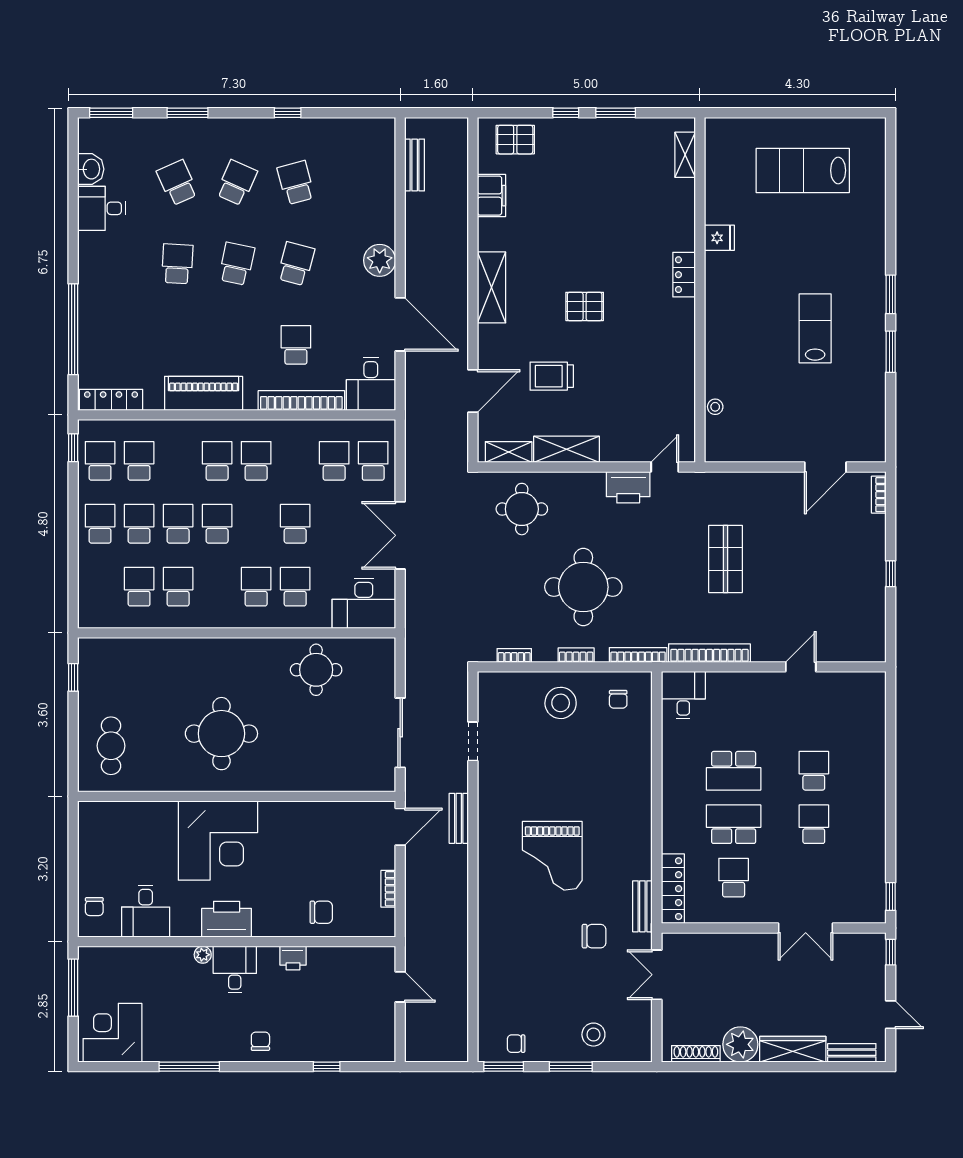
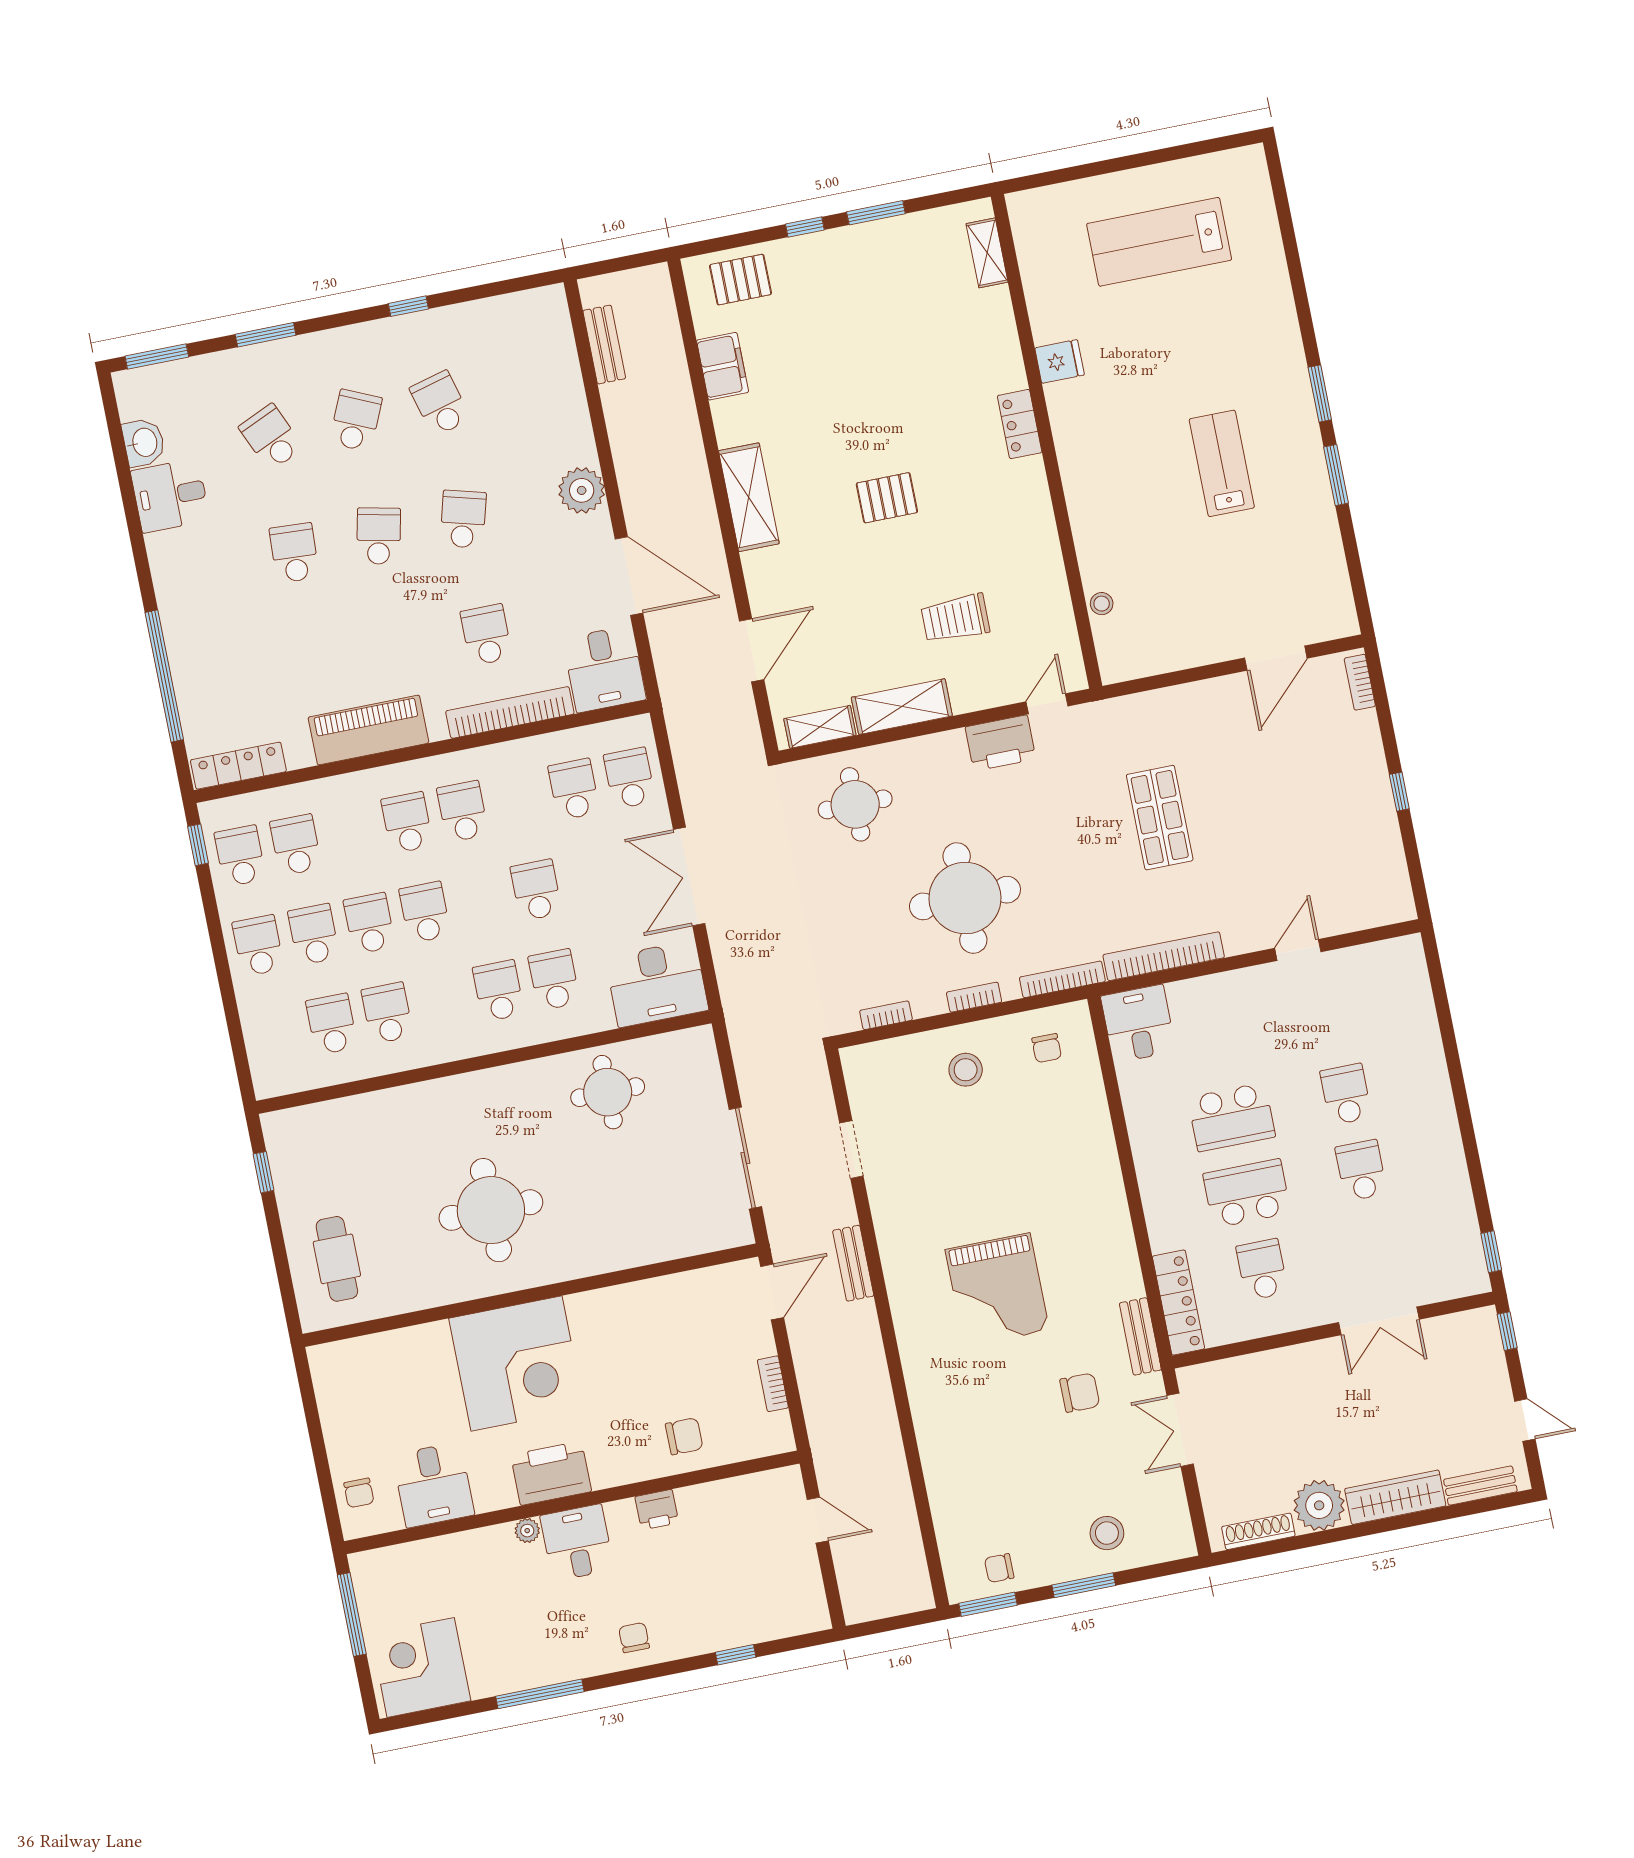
trolley: (552, 376) -> (955, 618), moved
stool: (561, 703) -> (966, 1070), width x0.73, depth x0.73

